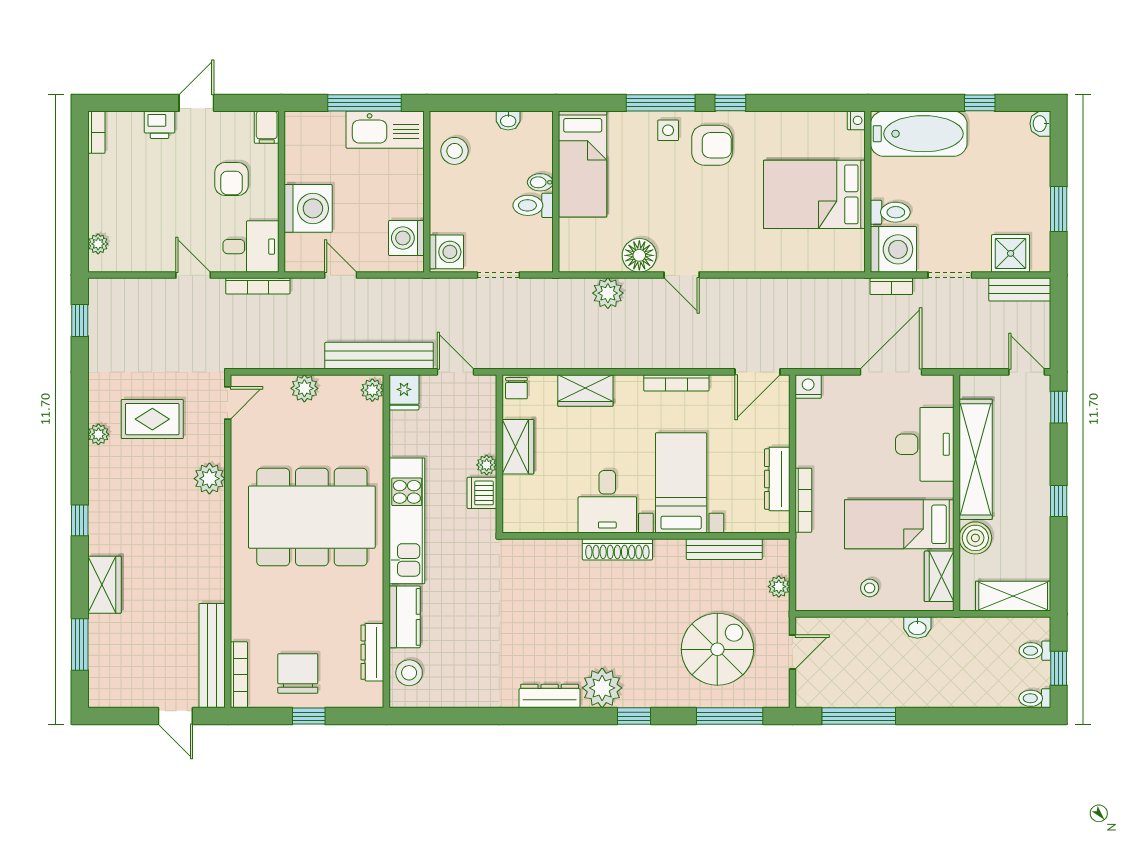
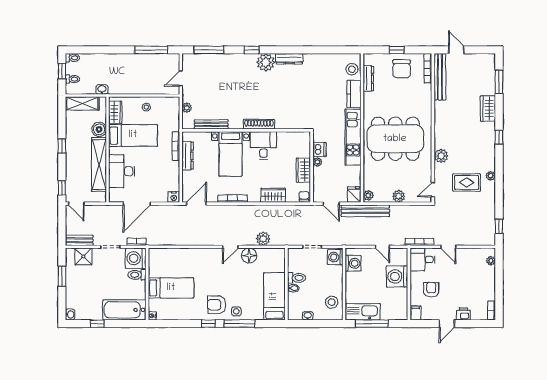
bed: (814, 194) -> (171, 288), width x0.67
door: (682, 275) -> (230, 247), swing flipped
washbasin: (917, 627) -> (102, 89), moved
spiral stairs: (717, 649) -> (214, 80), removed

